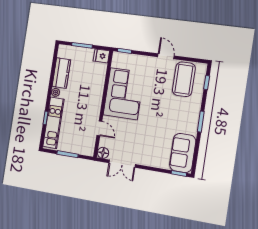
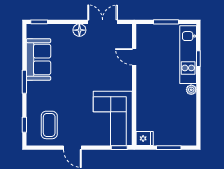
kitchen counter: (61, 73) -> (188, 113), removed
coffee table: (184, 79) -> (49, 125), width x0.73, depth x0.76
corner sofa: (124, 94) -> (113, 118), moved
floor lamp: (103, 153) -> (79, 30), moved
sofa: (183, 153) -> (38, 59), moved

